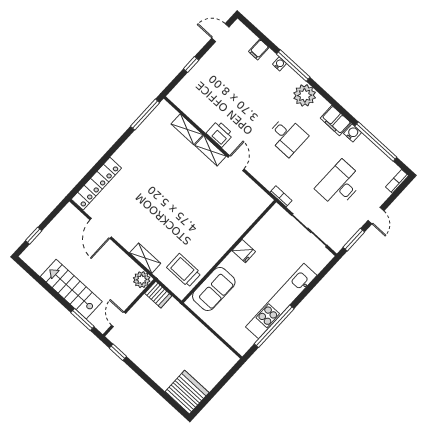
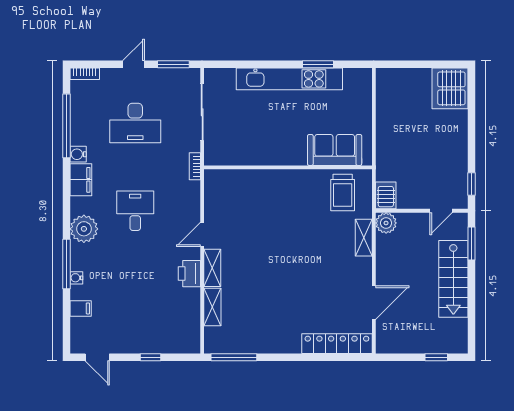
fridge: (244, 251) -> (275, 154), removed
window: (274, 326) -> (318, 64), width x0.47

